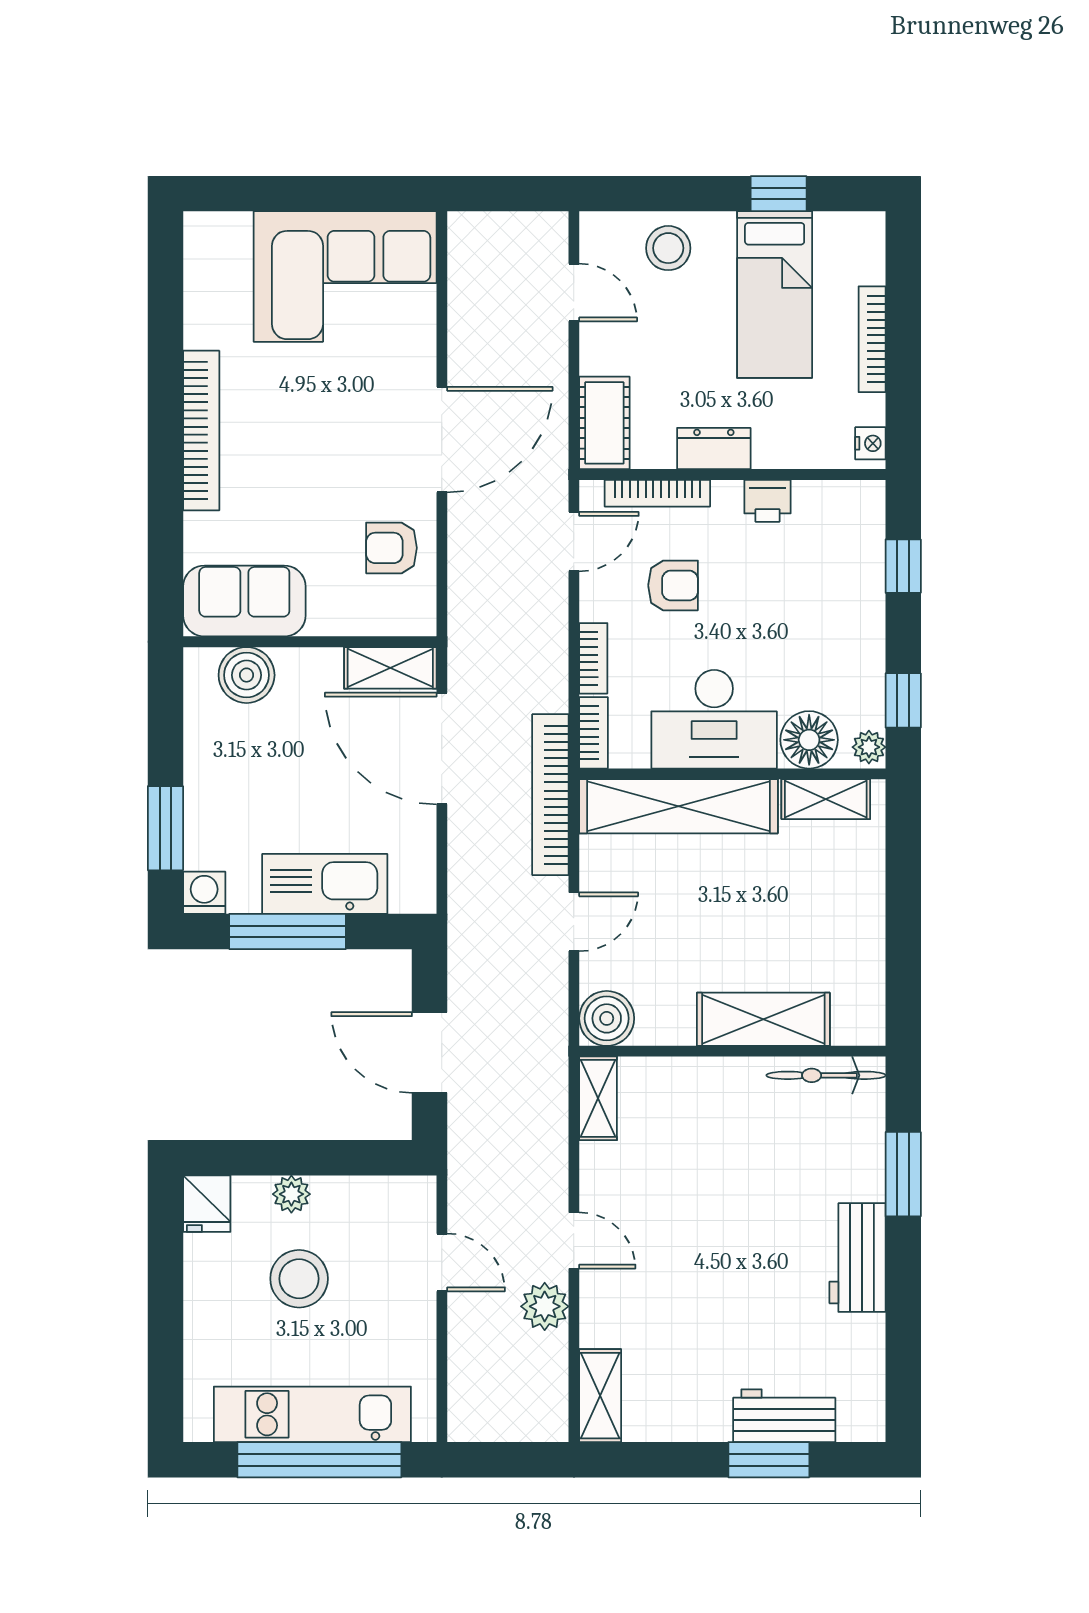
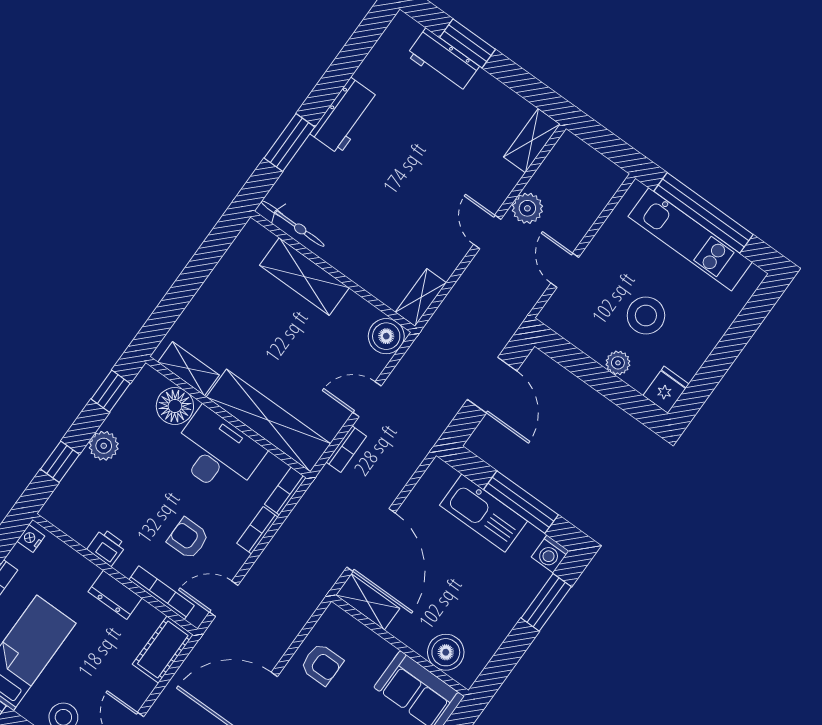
plant: (869, 747) -> (104, 446), moved, width x1.38, depth x1.38
bookcase: (550, 795) -> (346, 449), width x0.43, depth x0.76

